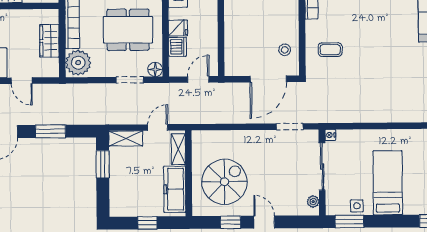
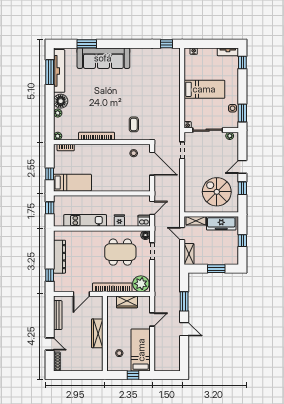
dining table: (128, 30) -> (120, 252), turned 90
dishwasher: (178, 47) -> (144, 221), moved
door: (198, 79) -> (152, 208), swing flipped
window: (103, 164) -> (216, 269), moved
bed: (388, 183) -> (204, 89), moved, turned 180

